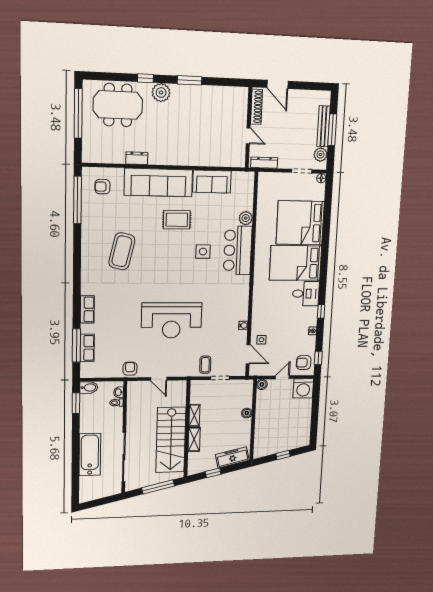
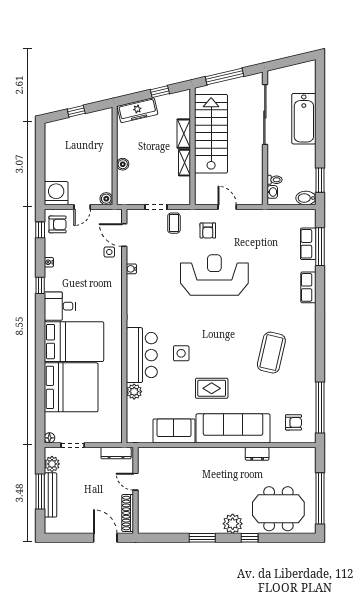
armchair: (130, 369) -> (208, 231), moved

